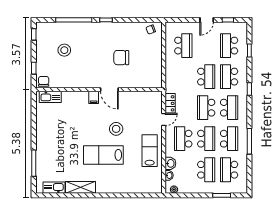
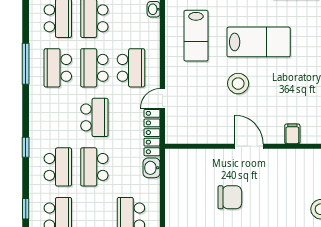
filing cabinet: (94, 97) -> (292, 134), moved
locker: (170, 103) -> (152, 133), width x1.53
school desk: (229, 108) -> (58, 117), removed
lab bench: (150, 151) -> (196, 36), moved
washbasin: (170, 163) -> (152, 168), moved

